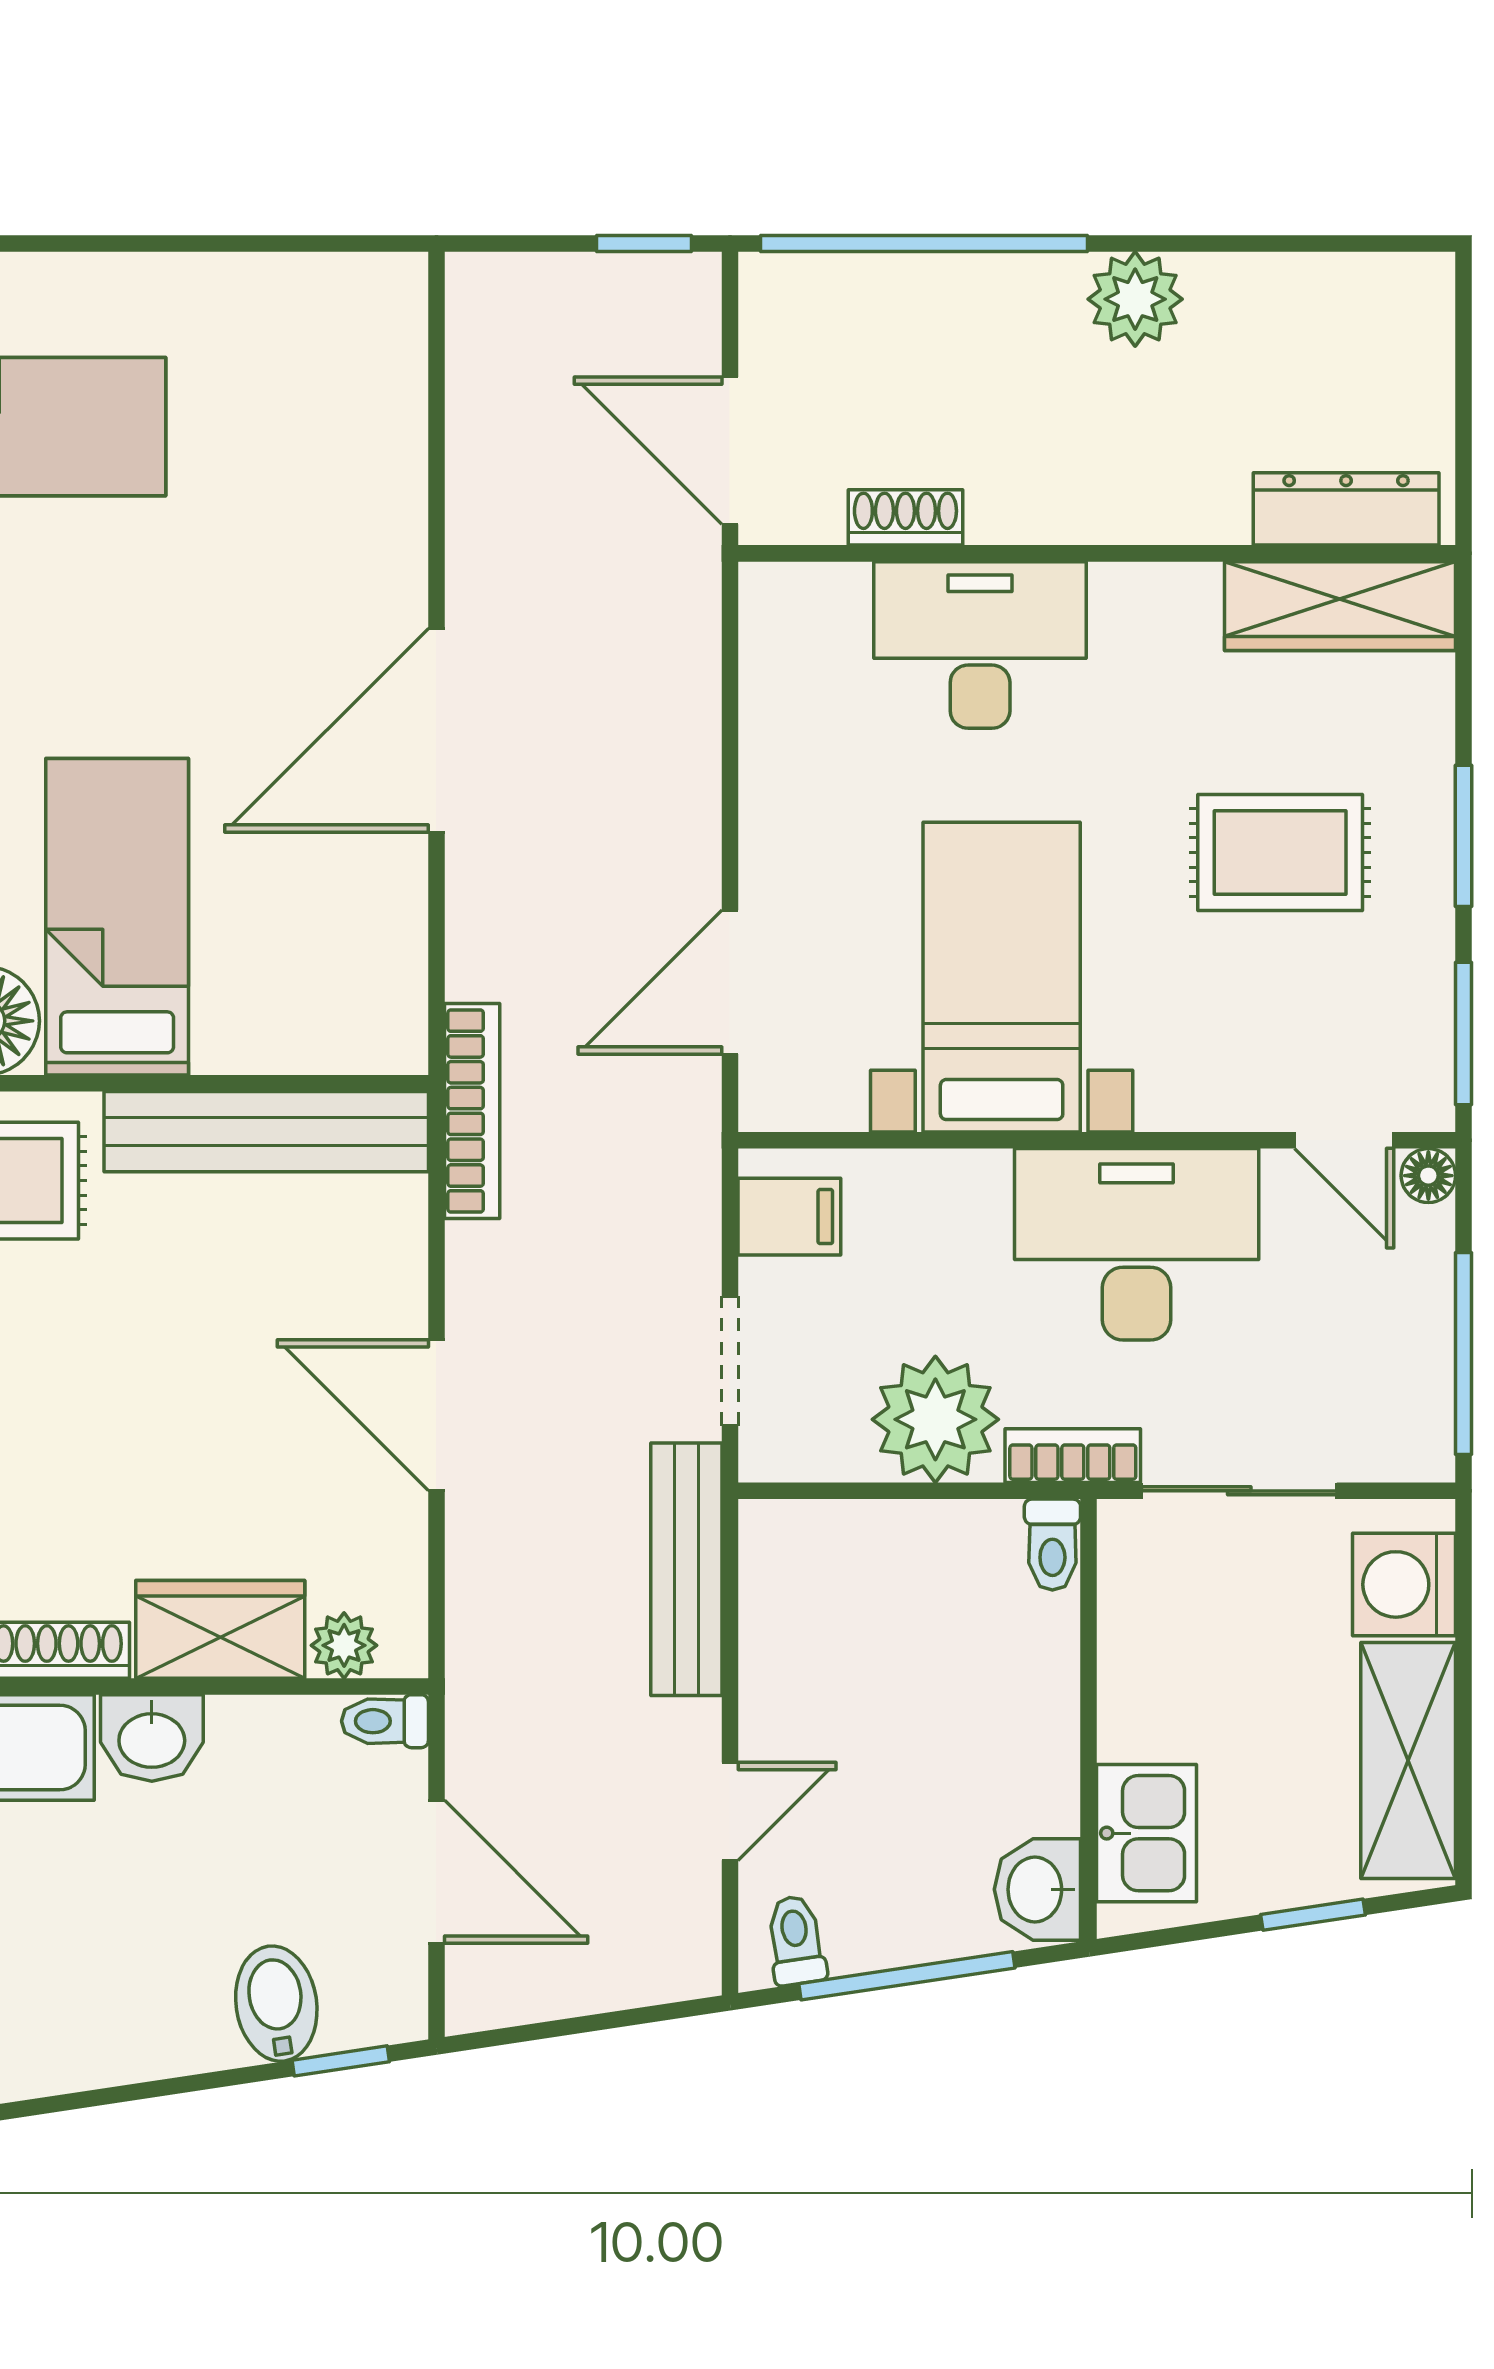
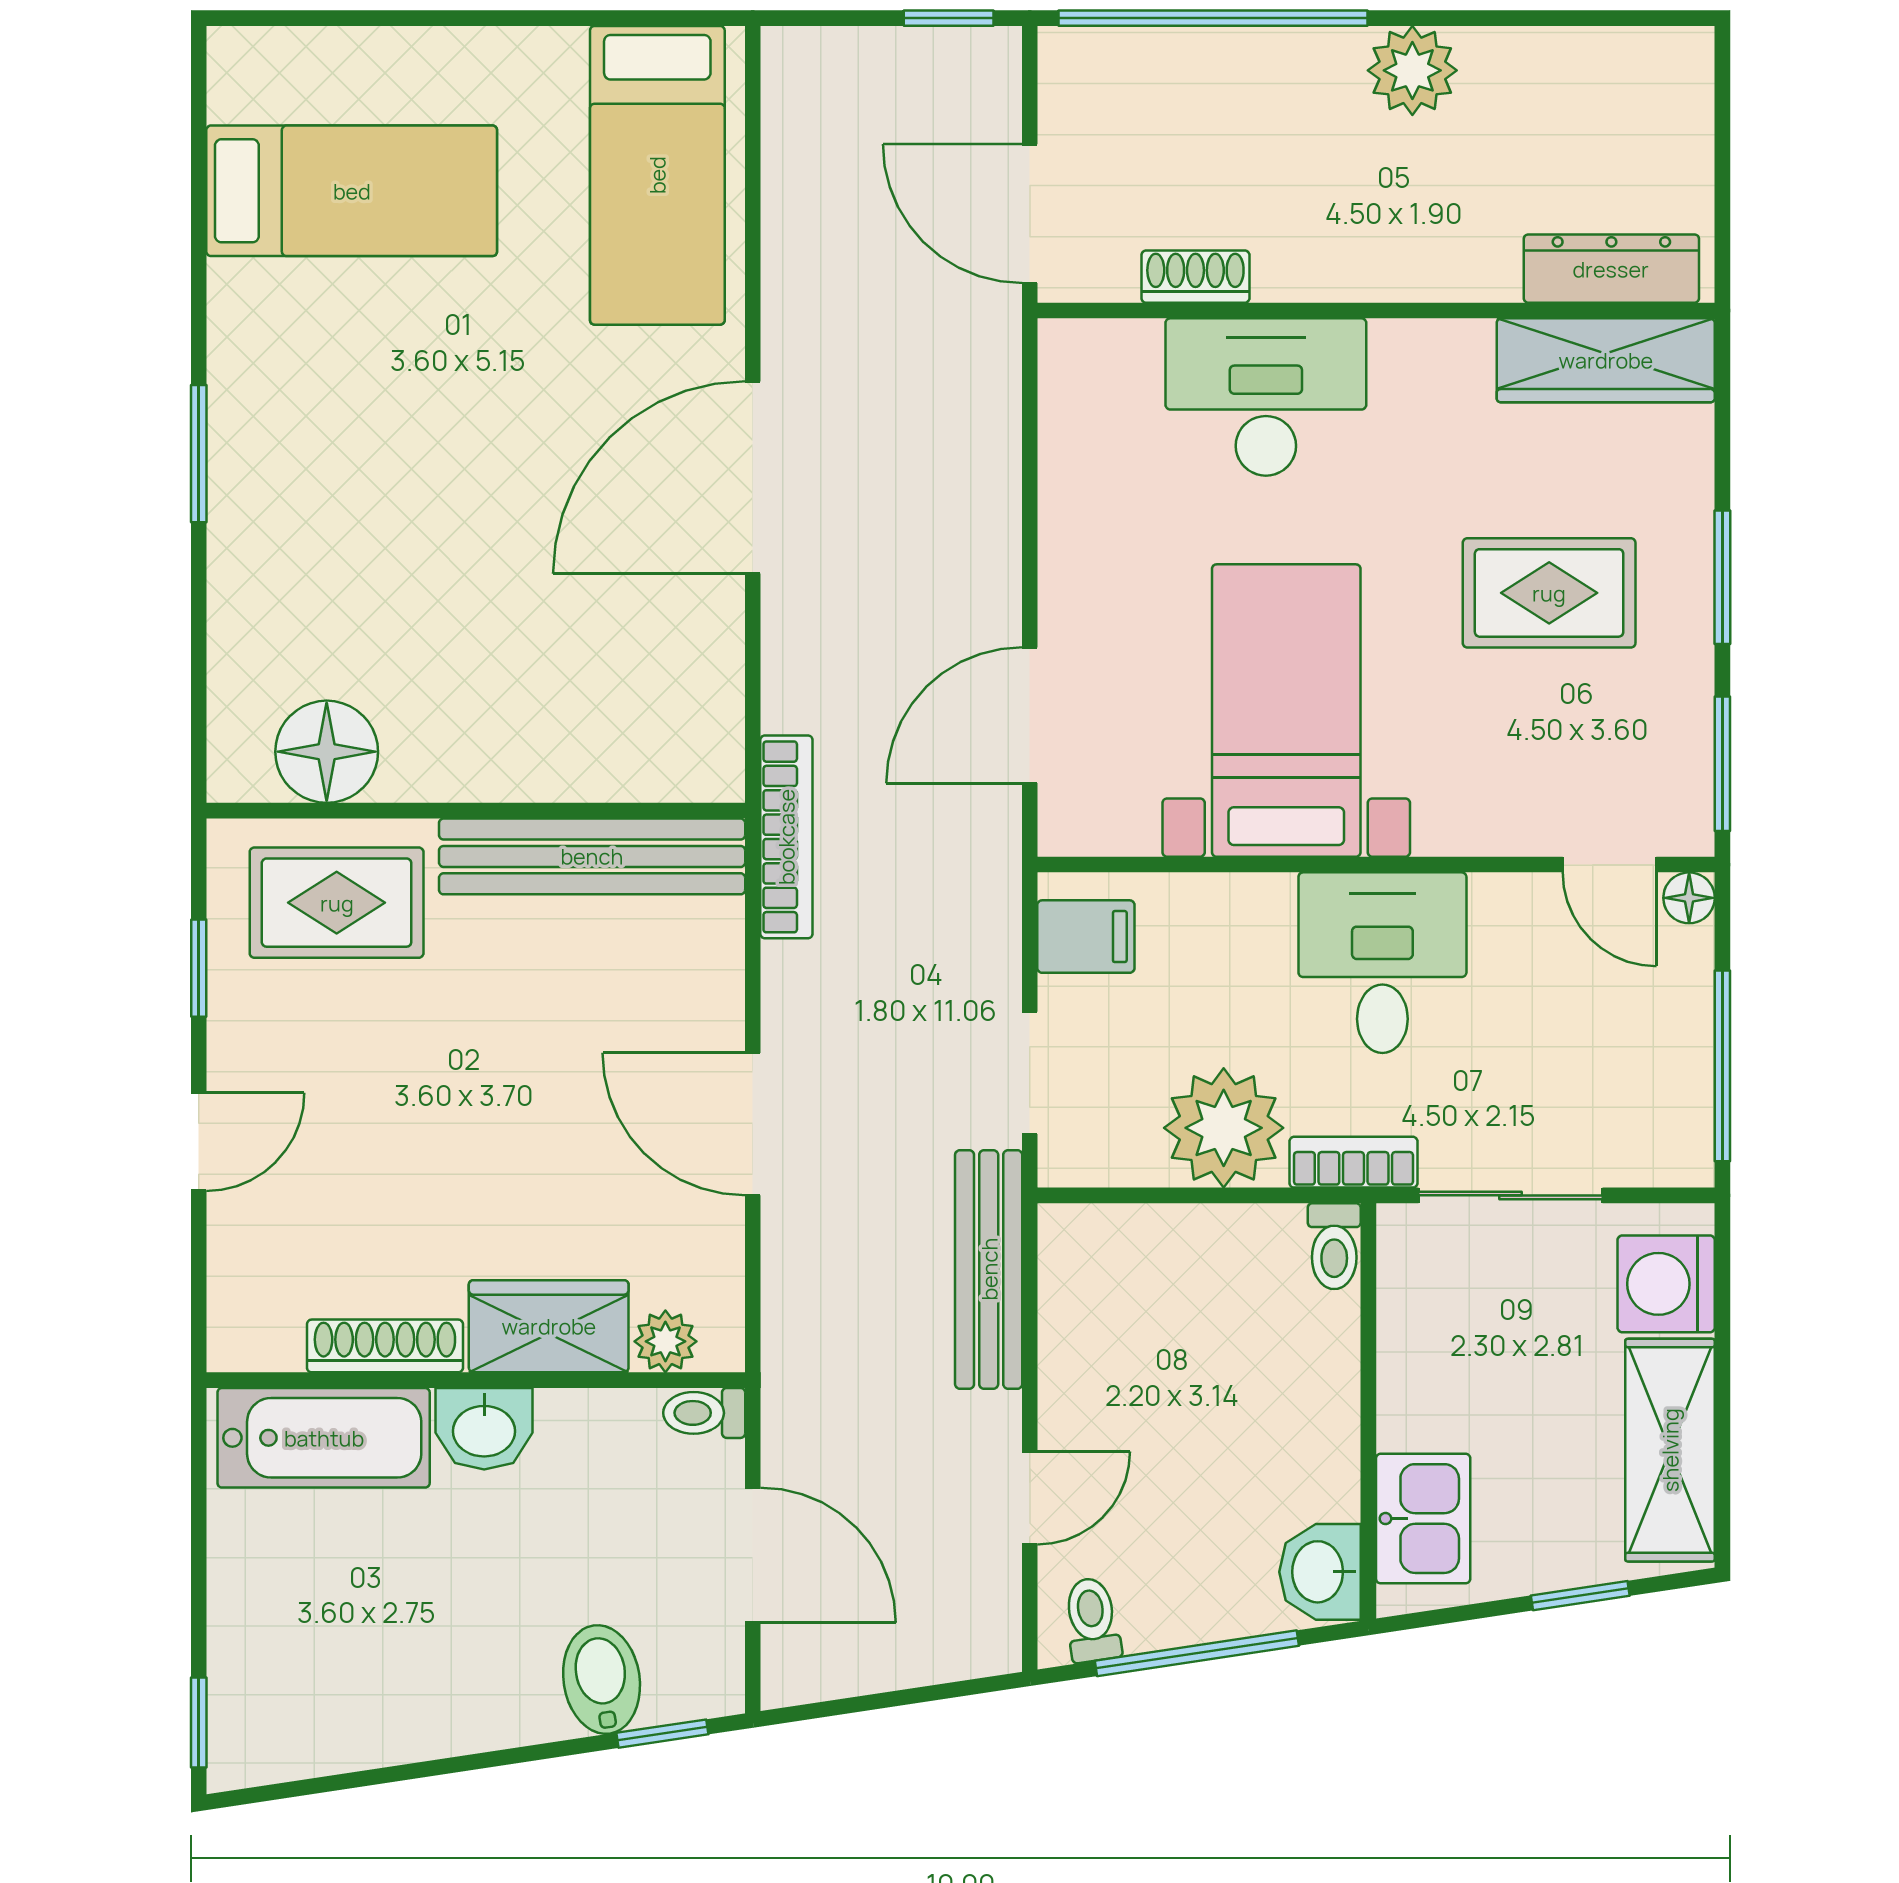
bed: (117, 917) -> (657, 175), moved, turned 180
desk: (1137, 1244) -> (1382, 963), width x0.73

